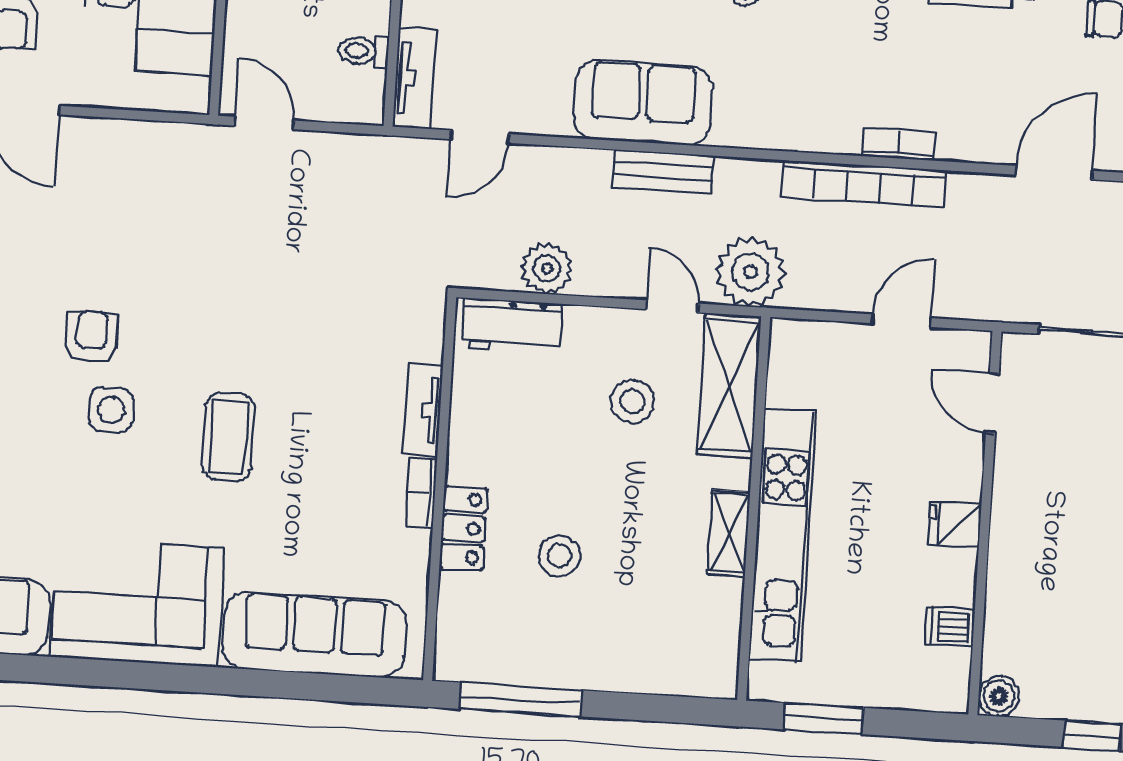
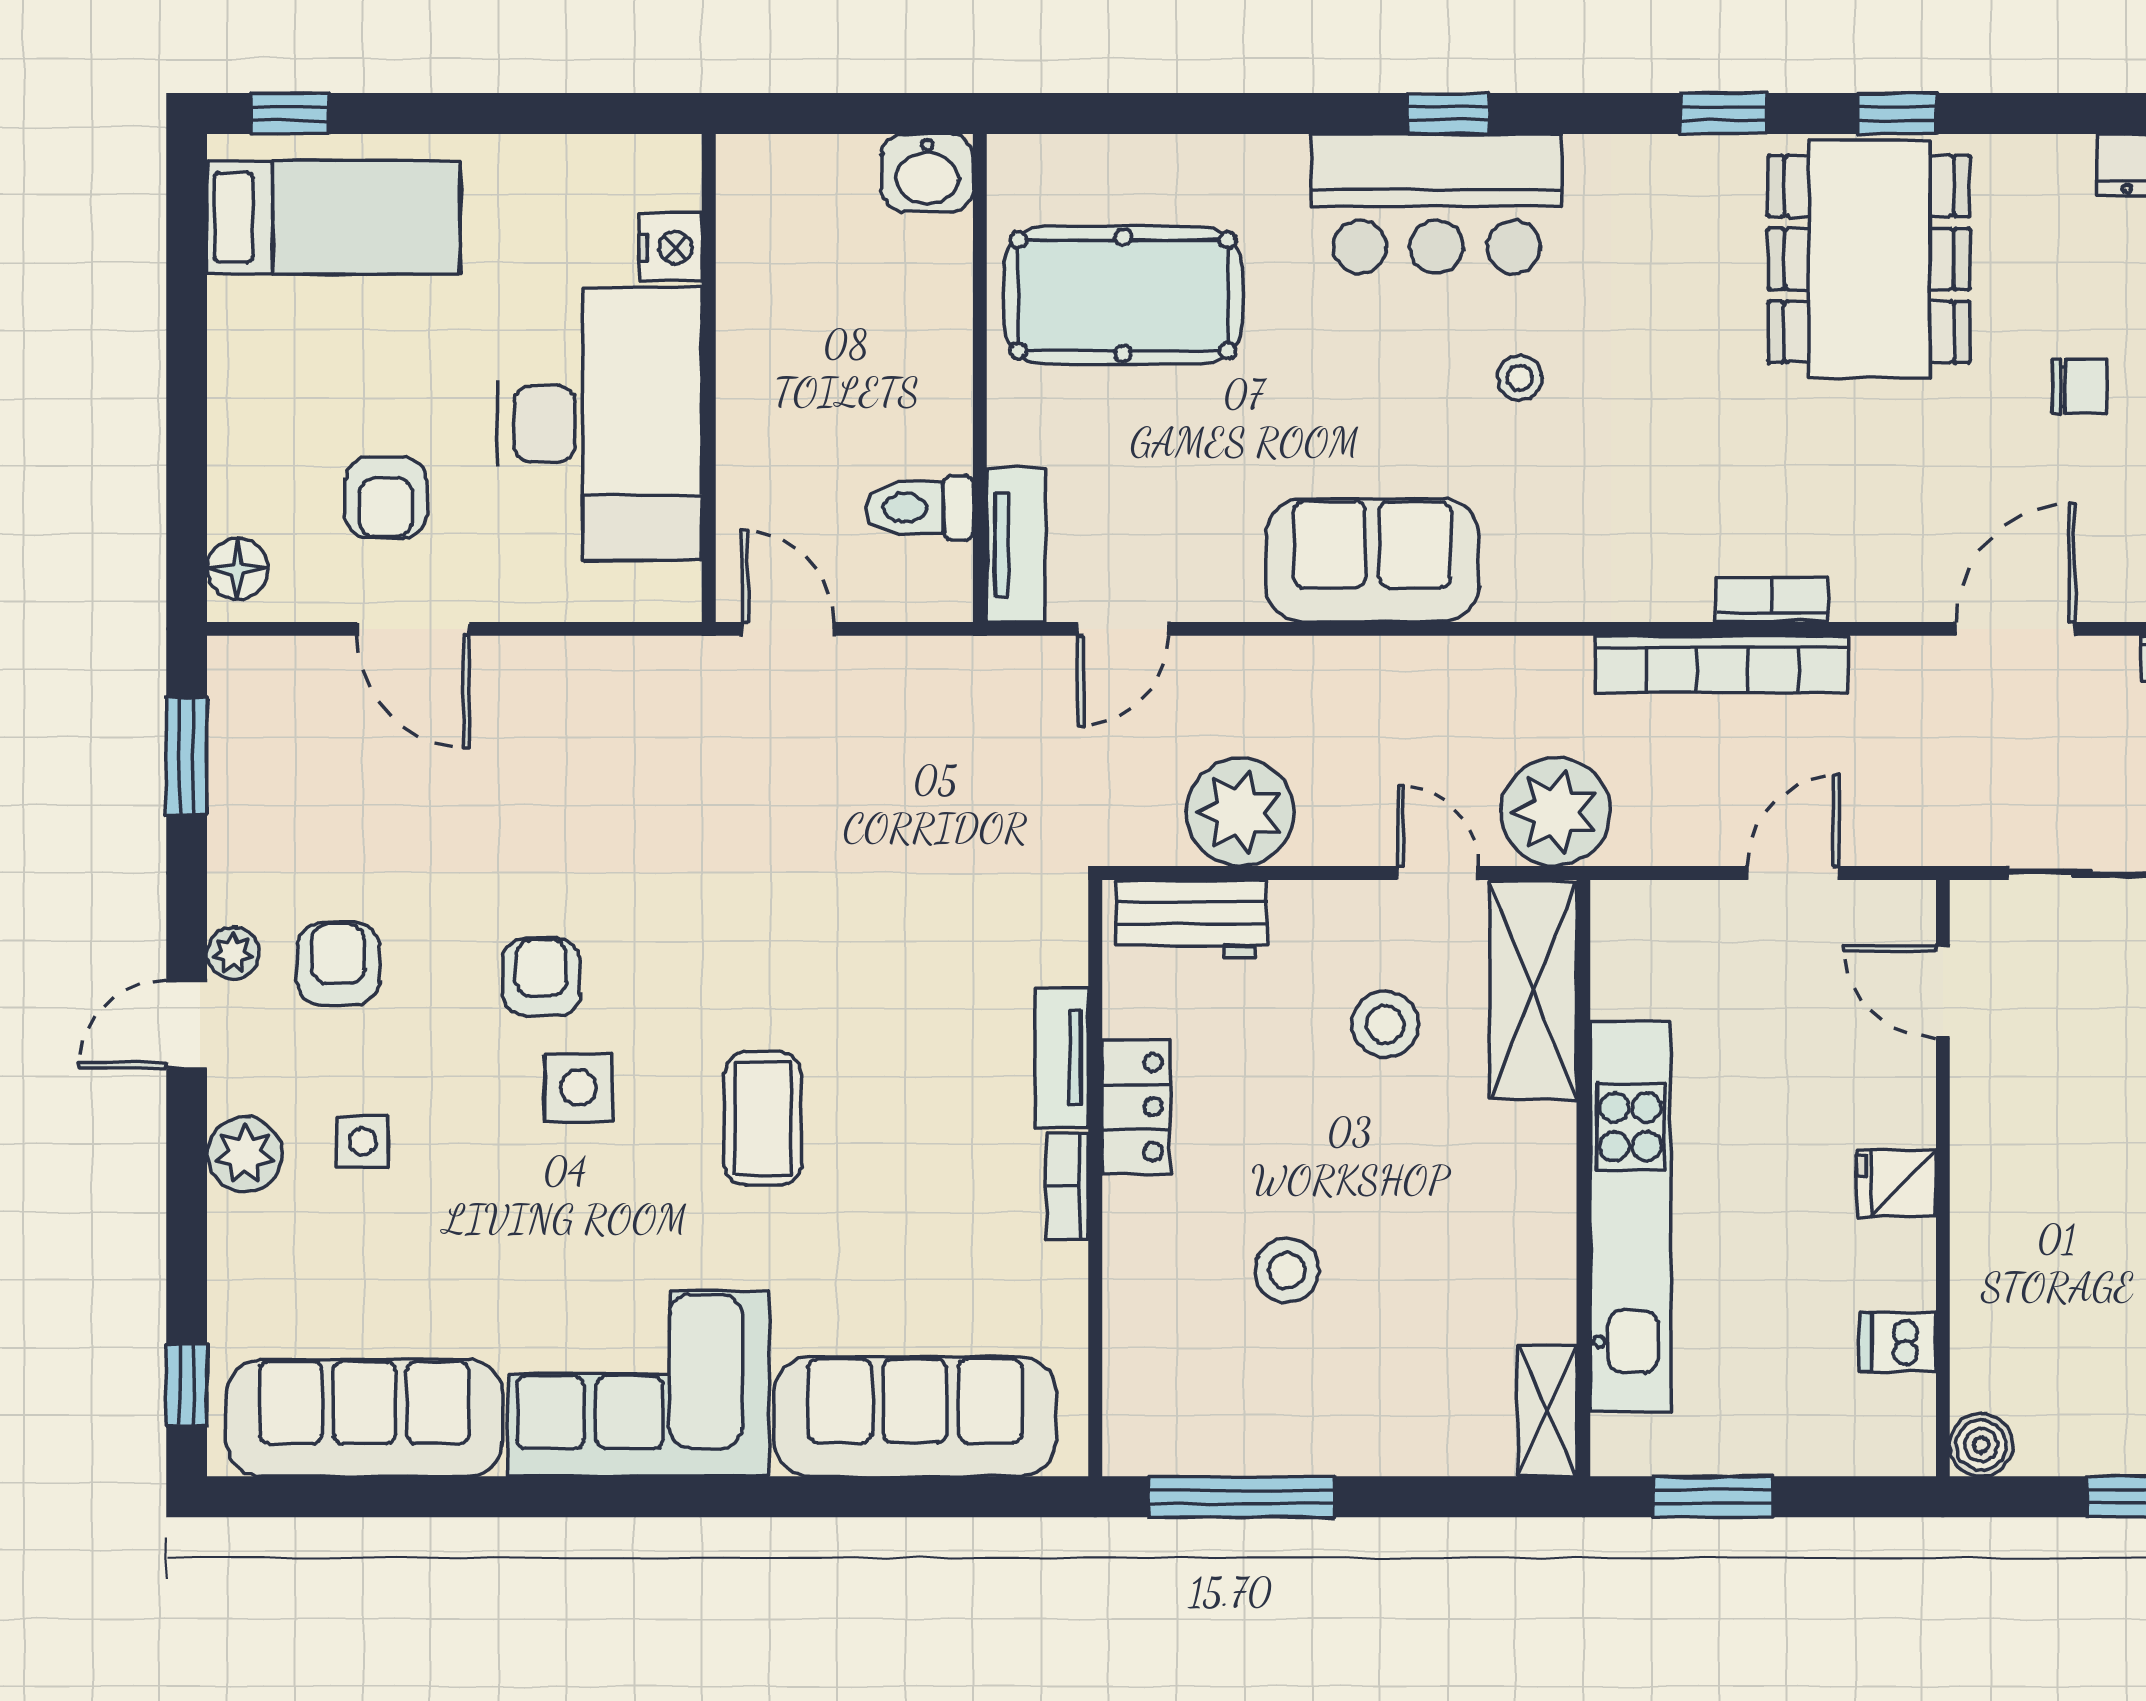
toilet: (364, 51) -> (920, 508), width x1.37, depth x1.39
bench: (663, 172) -> (1411, 665), removed
plant: (547, 269) -> (1240, 812), width x1.36, depth x1.36
locker: (464, 528) -> (1136, 1107), moved
shelving: (729, 533) -> (1547, 1411), moved

